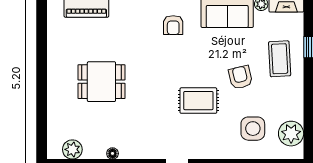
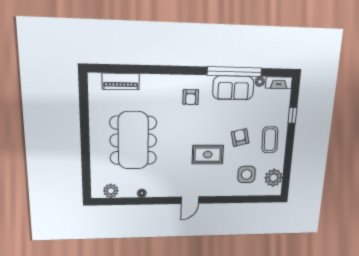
coffee table: (280, 59) -> (270, 140), moved
dining table: (101, 82) -> (133, 140), width x1.88, depth x1.24

